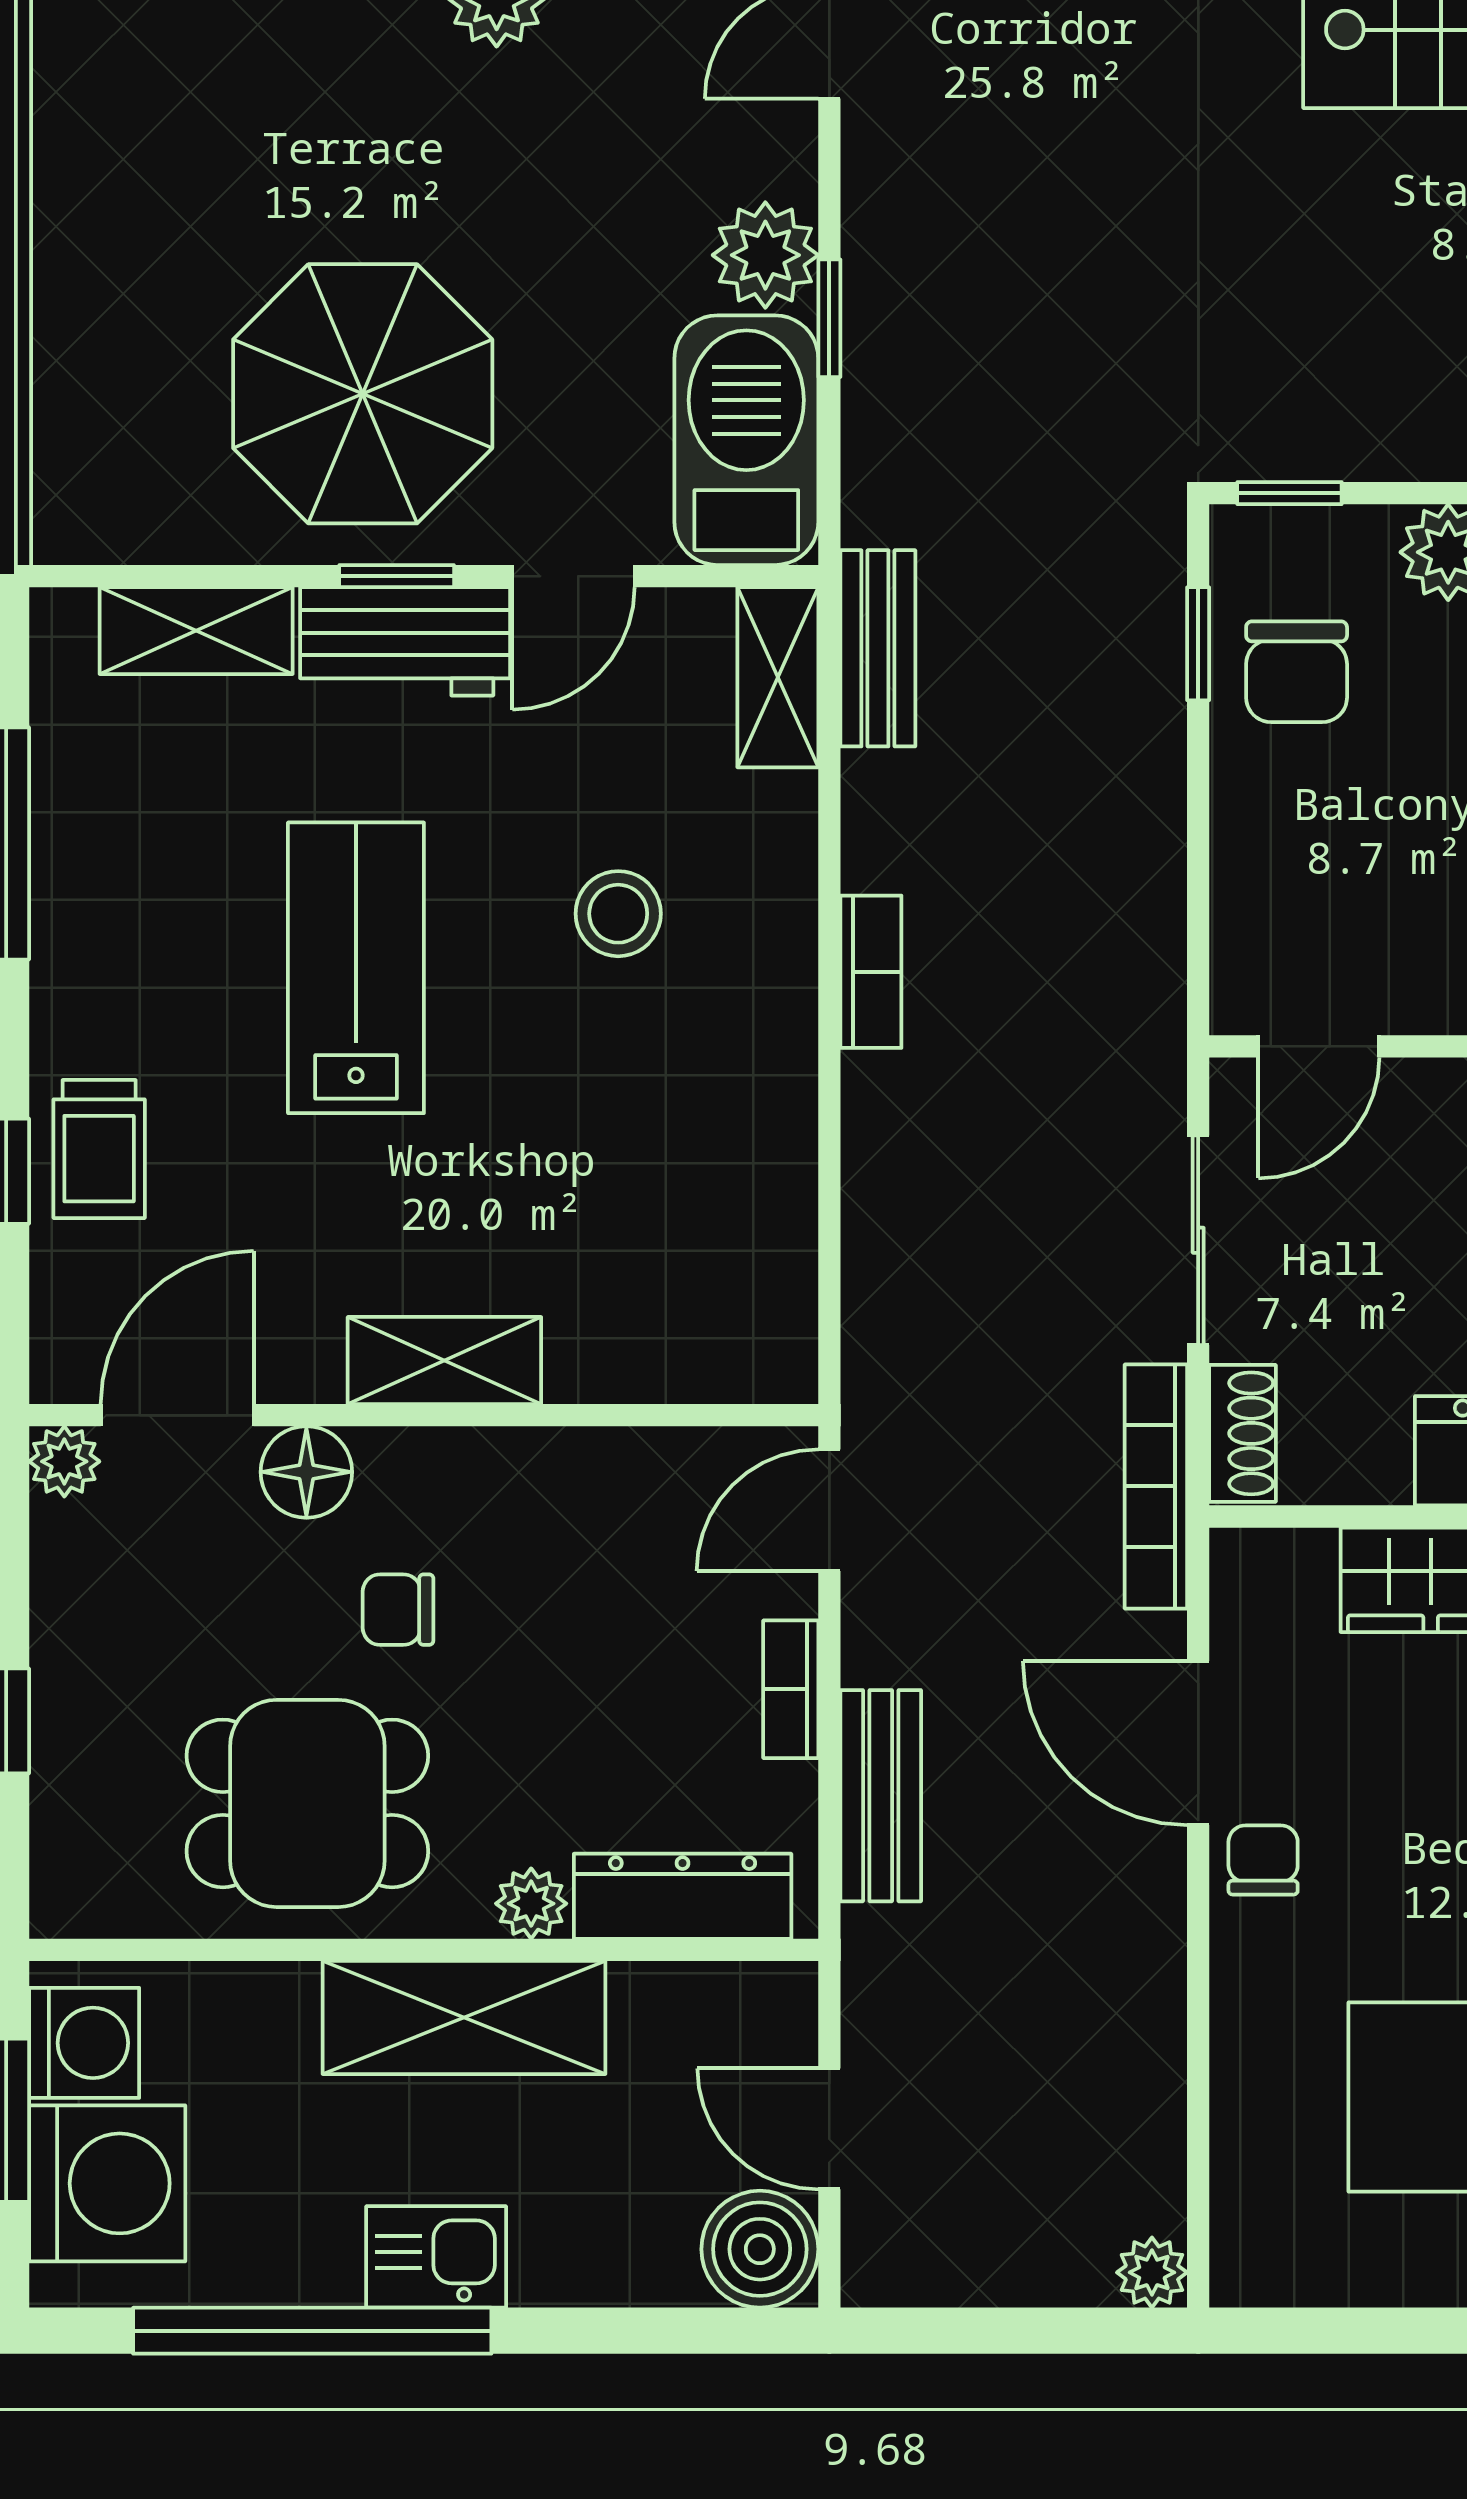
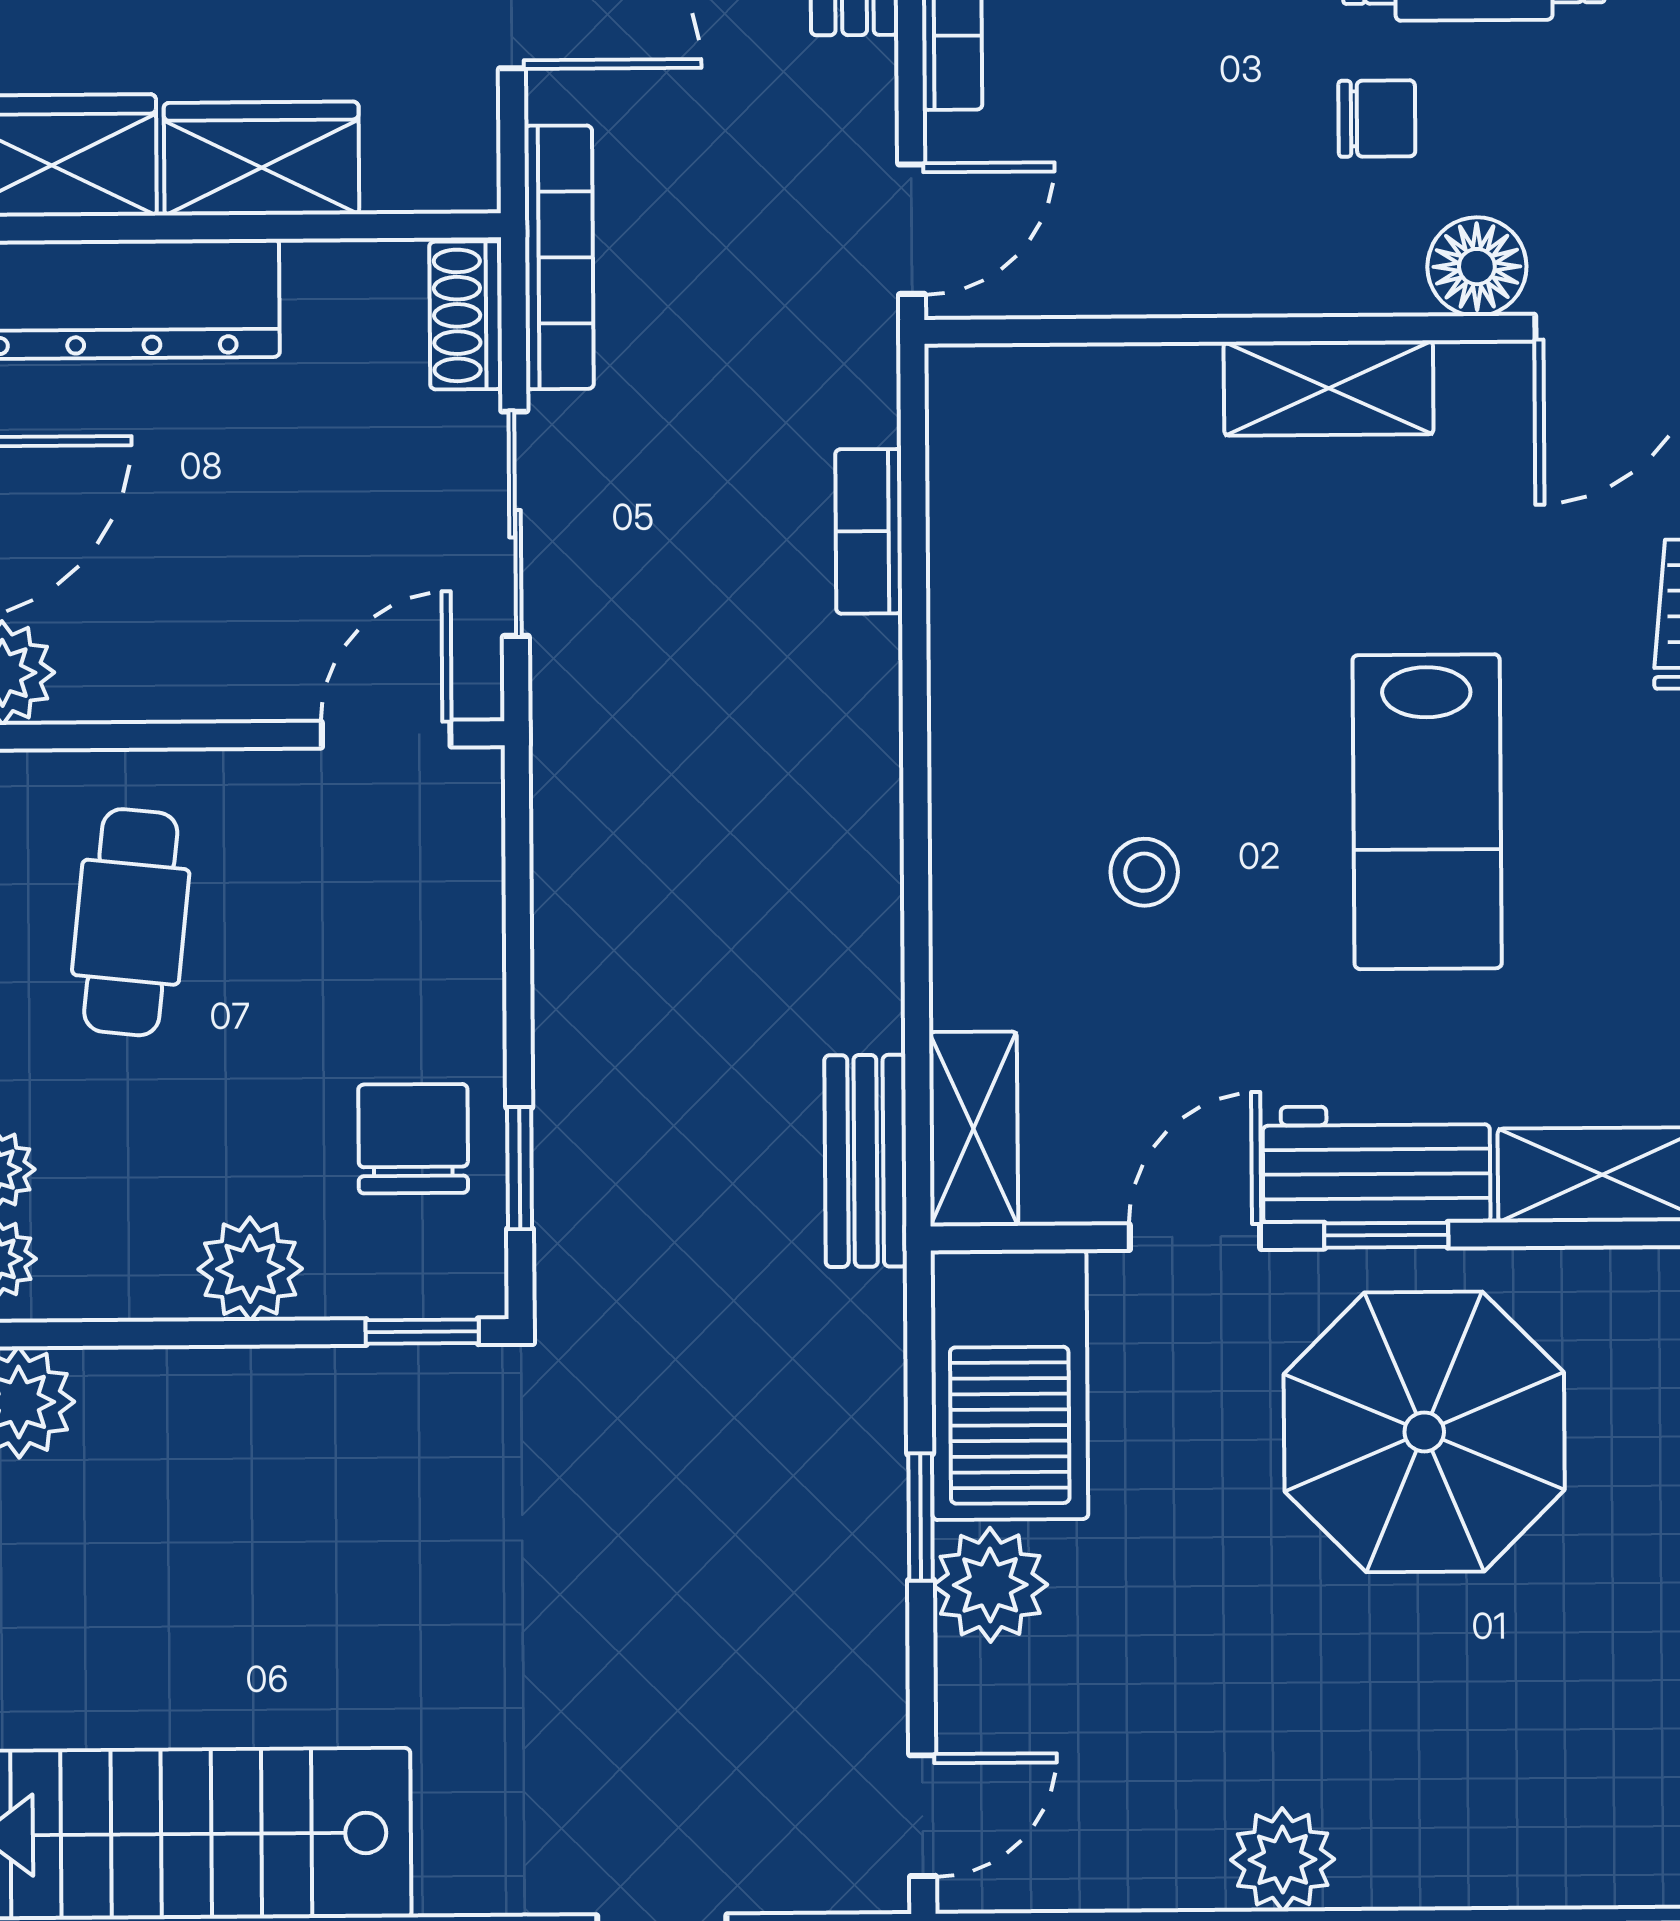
stool: (618, 914) -> (1144, 872), width x0.73, depth x0.73
bookcase: (871, 972) -> (869, 531), moved

